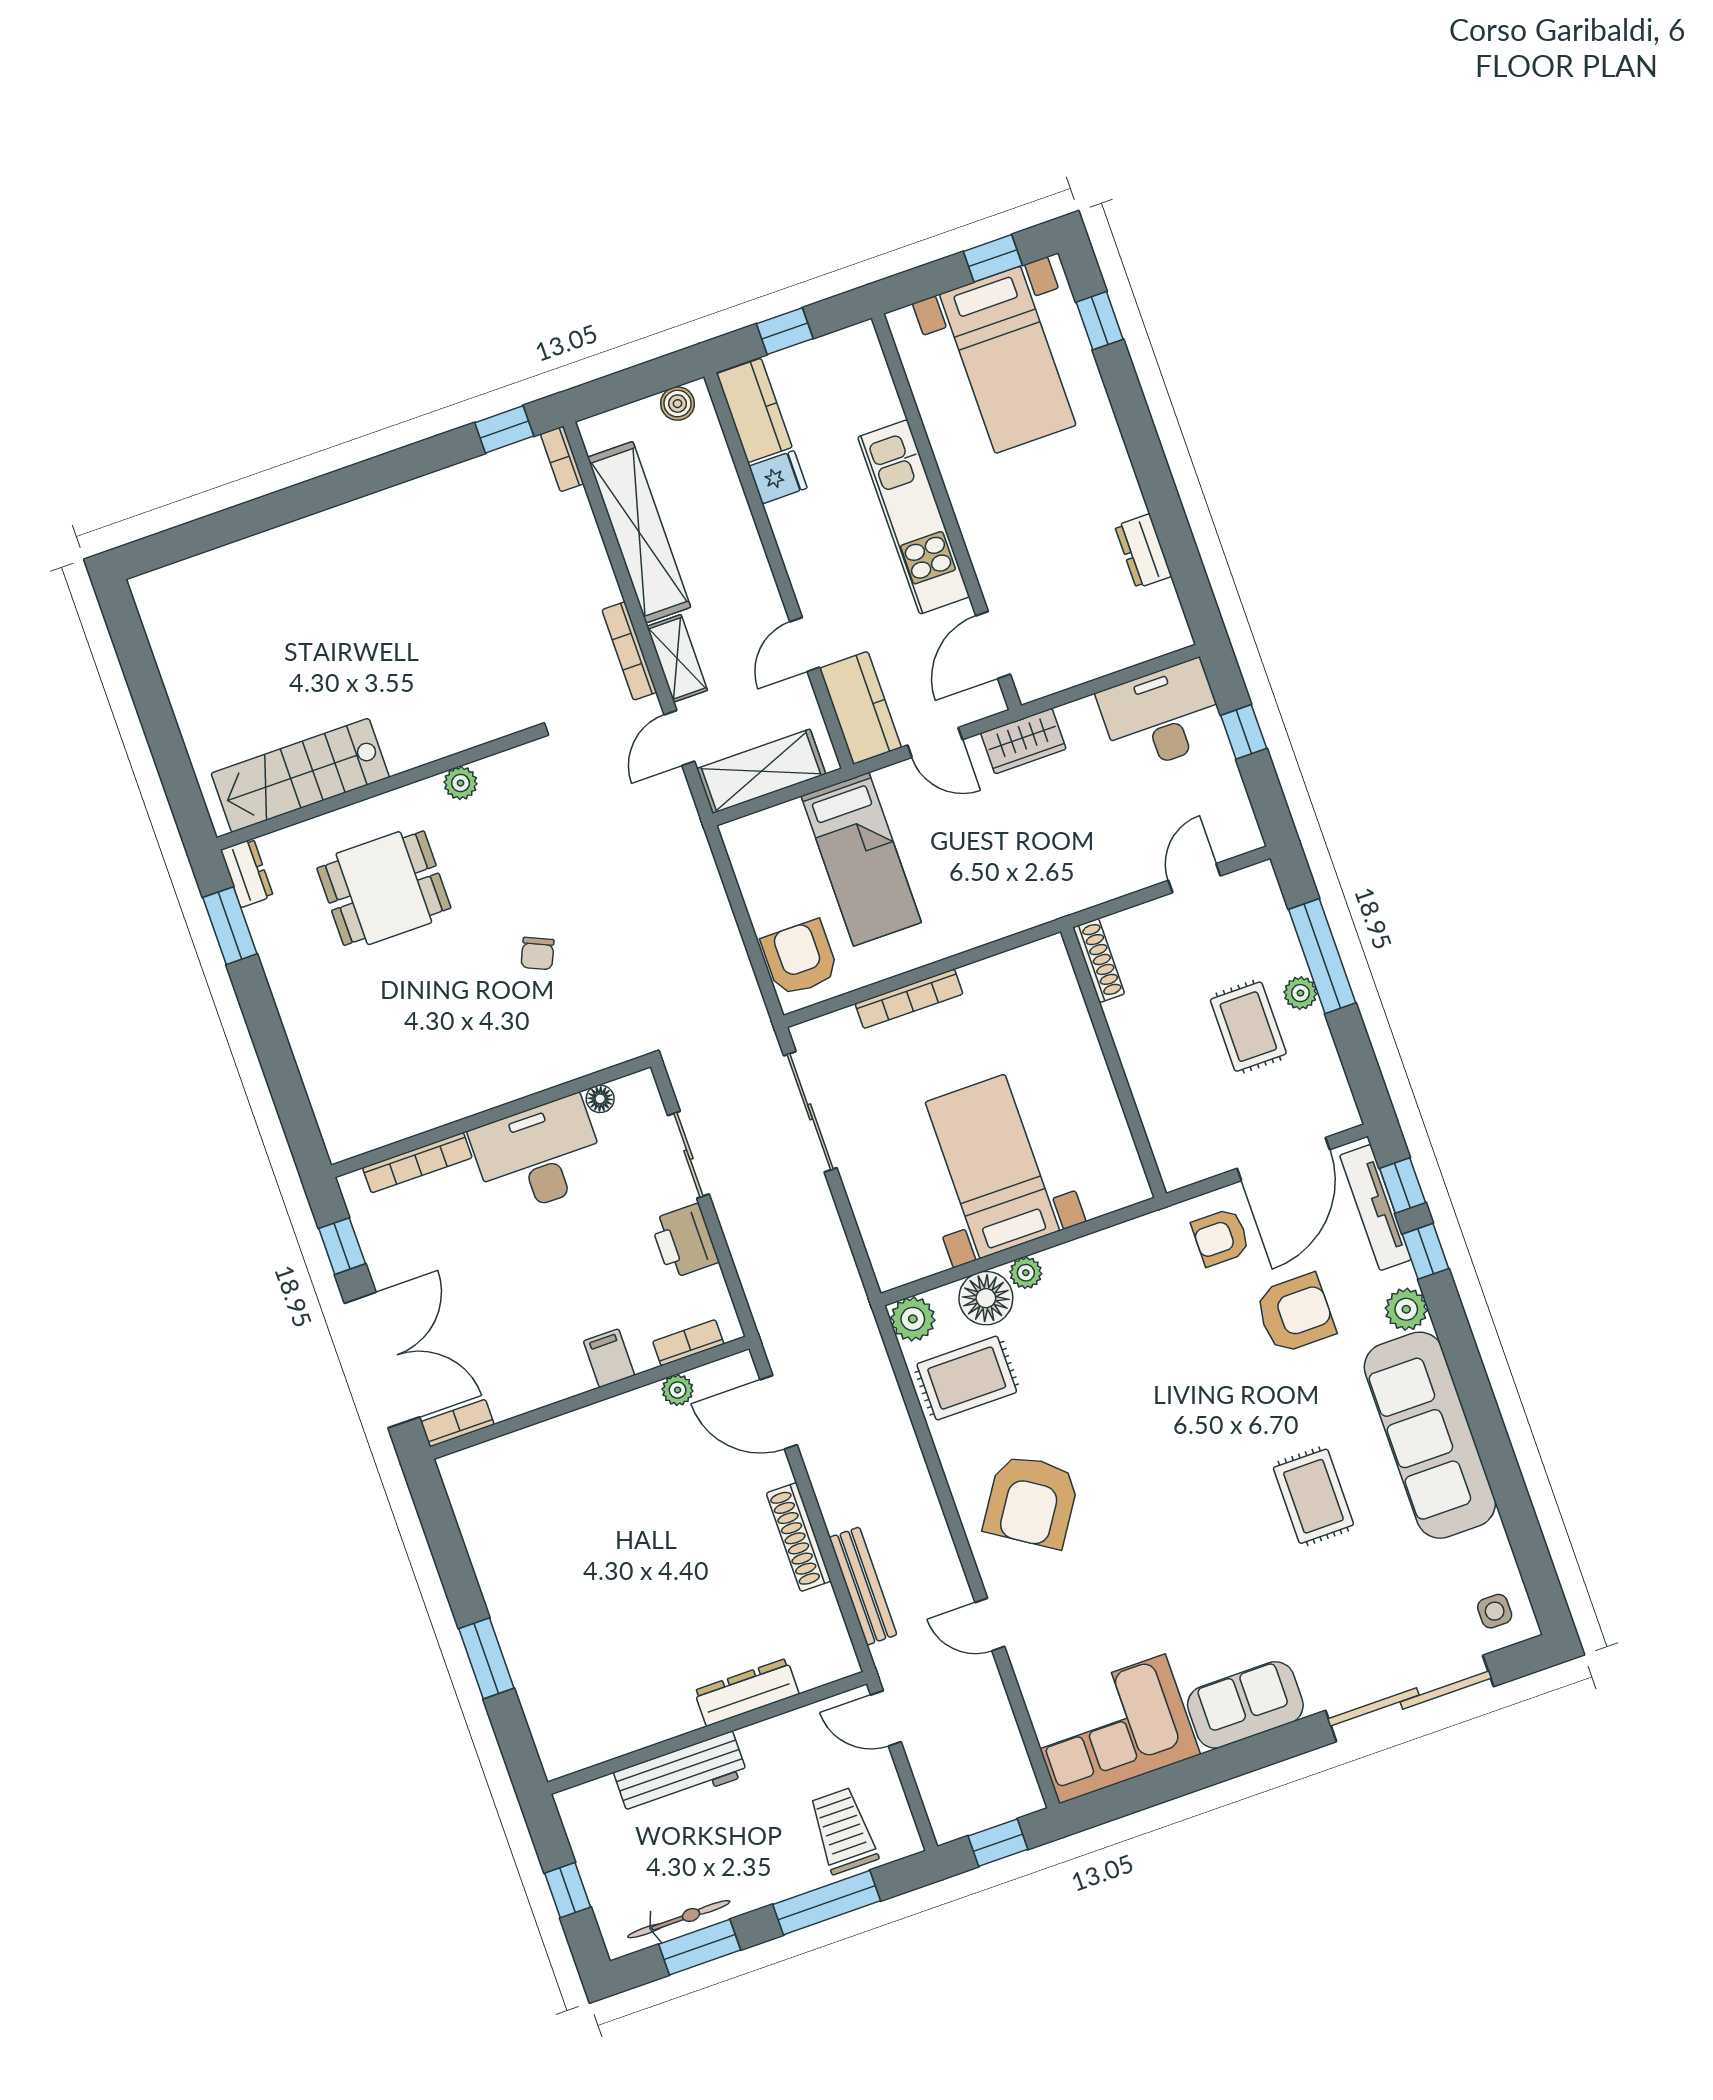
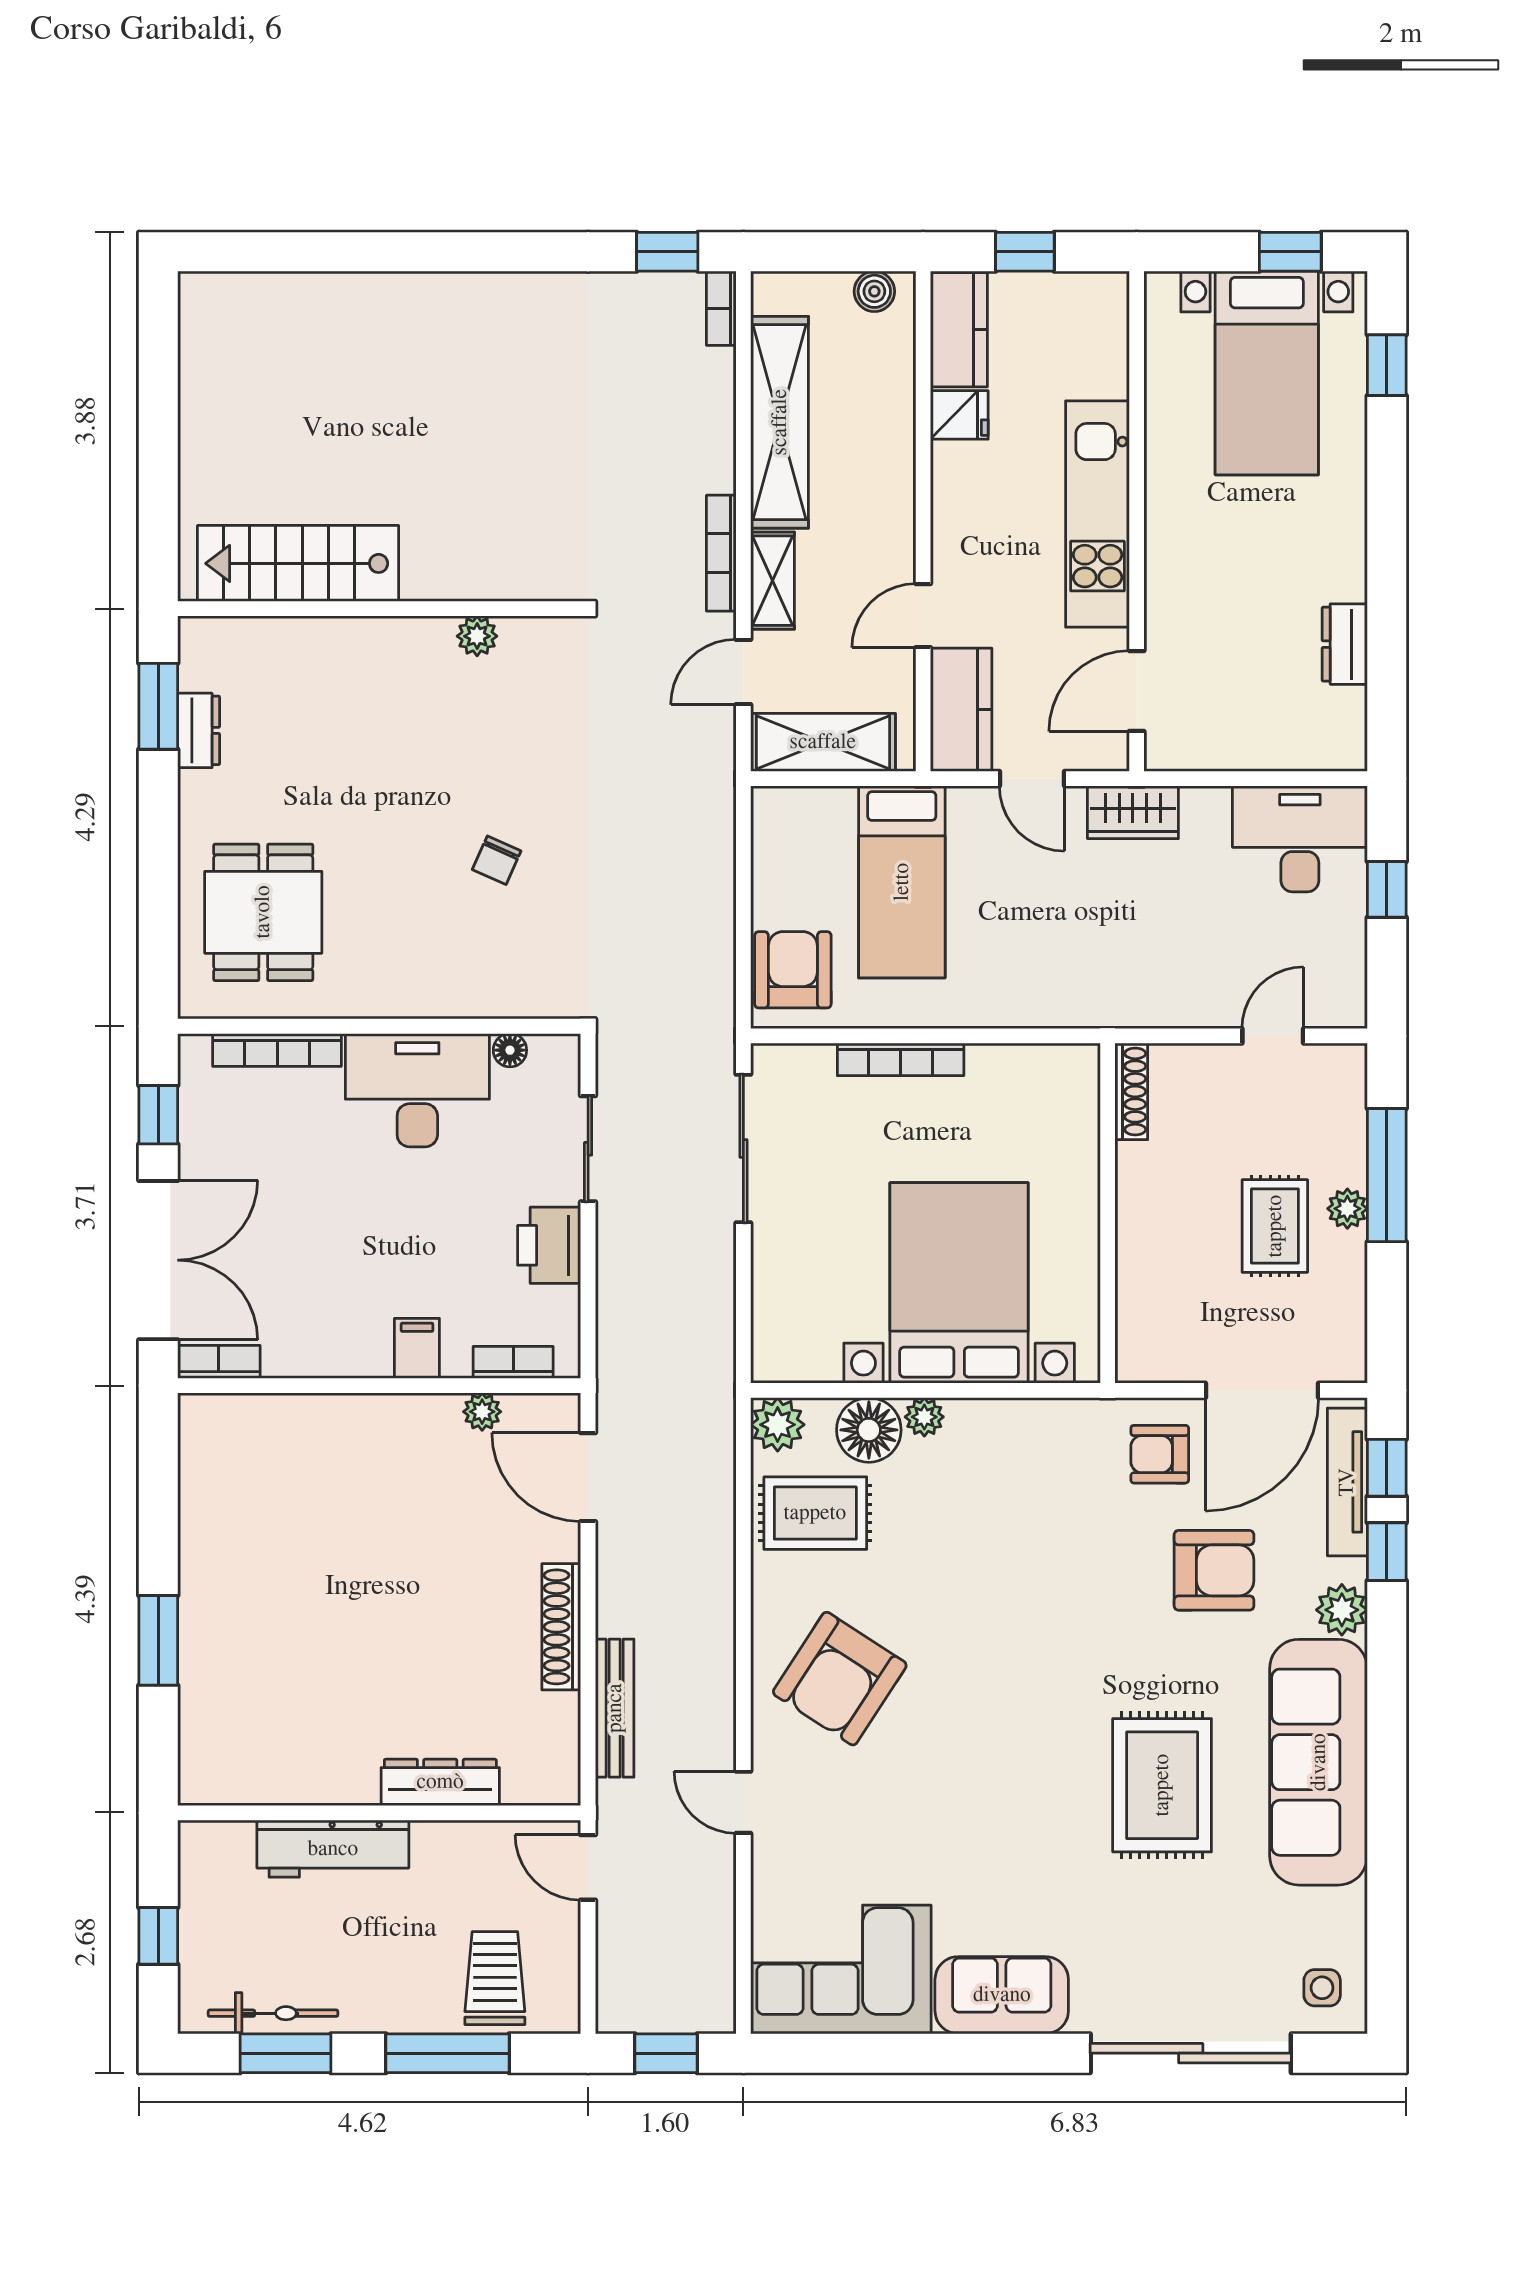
dresser: (247, 873) -> (199, 730), moved
dining table: (384, 888) -> (263, 912), moved, turned 90
bed with nightstands: (992, 1166) -> (959, 1283), width x1.36
rug: (1313, 1496) -> (1162, 1785), width x1.36, depth x1.43

